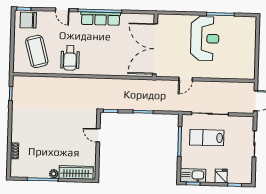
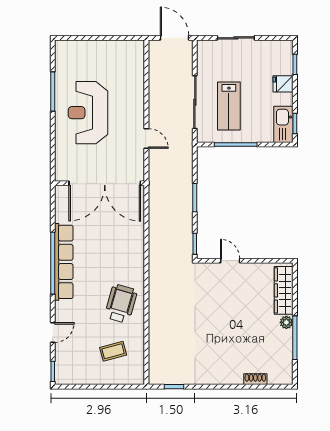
door: (62, 10) -> (53, 332), moved
row of seats: (101, 19) -> (64, 262), width x1.36
chair: (28, 20) -> (69, 365), removed
reception desk: (205, 39) -> (88, 113), turned -90
coffee table: (37, 51) -> (113, 351), width x0.54, depth x0.58
wheelchair: (70, 58) -> (121, 304), turned -74
door: (98, 135) -> (230, 261), swing flipped

